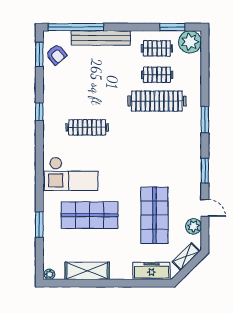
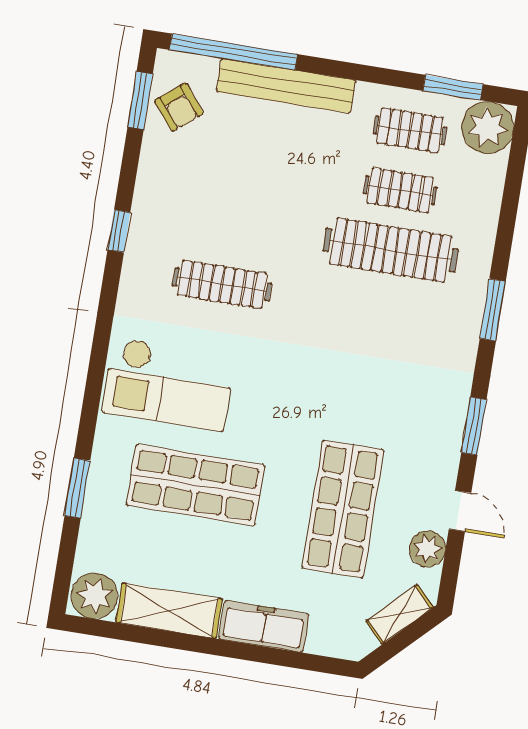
freezer: (151, 271) -> (264, 626), moved
plant: (49, 274) -> (94, 596), width x1.88, depth x1.88

